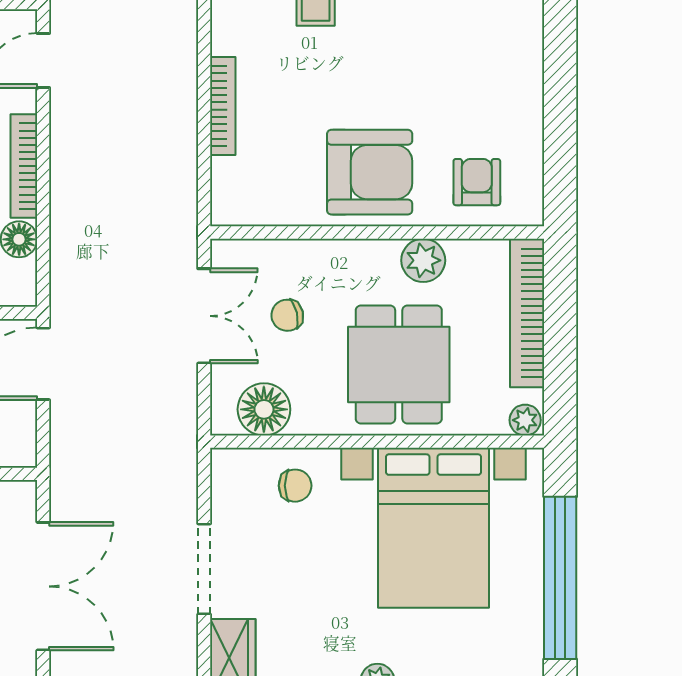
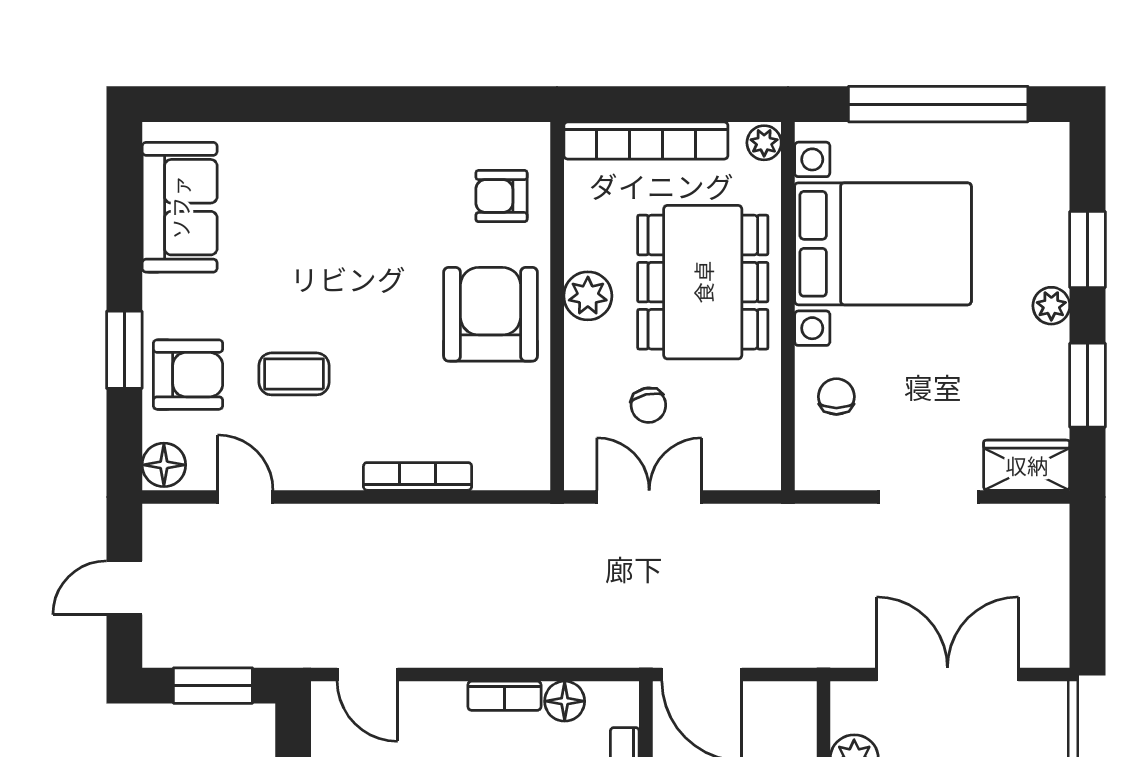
bookcase: (24, 166) -> (504, 696), width x0.64
plant: (423, 260) -> (588, 296), moved
dining table: (399, 364) -> (703, 282), width x1.38
floor lamp: (264, 409) -> (752, 431), removed

